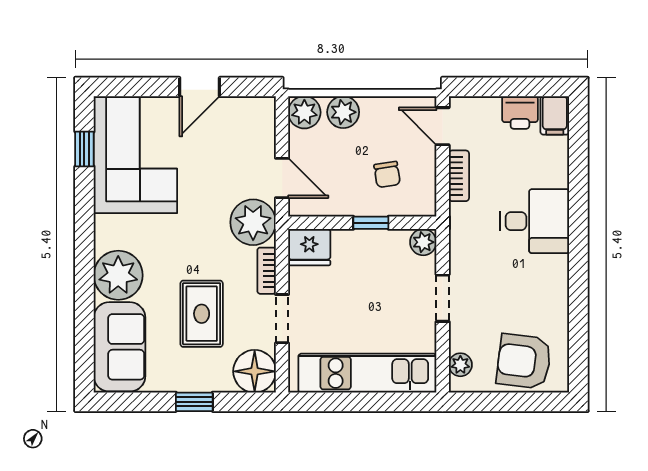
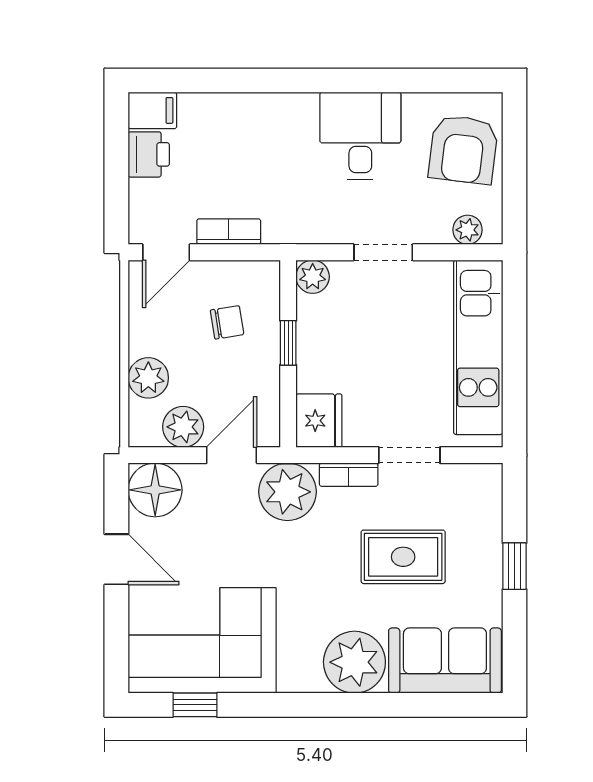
plant: (304, 112) -> (183, 427), moved
desk: (535, 221) -> (360, 136), moved
floor lamp: (255, 371) -> (155, 490), moved

